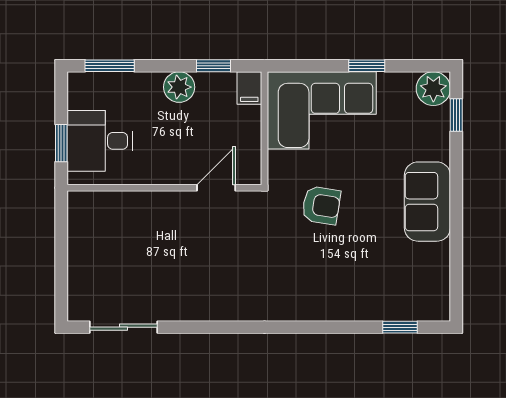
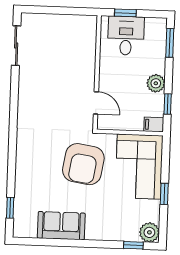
sofa: (427, 202) -> (61, 226), moved
armchair: (321, 205) -> (83, 164), width x1.88, depth x1.88

